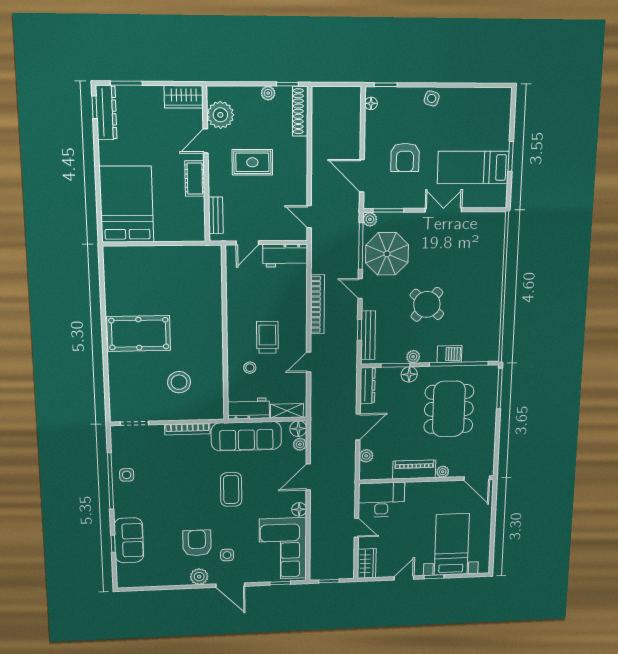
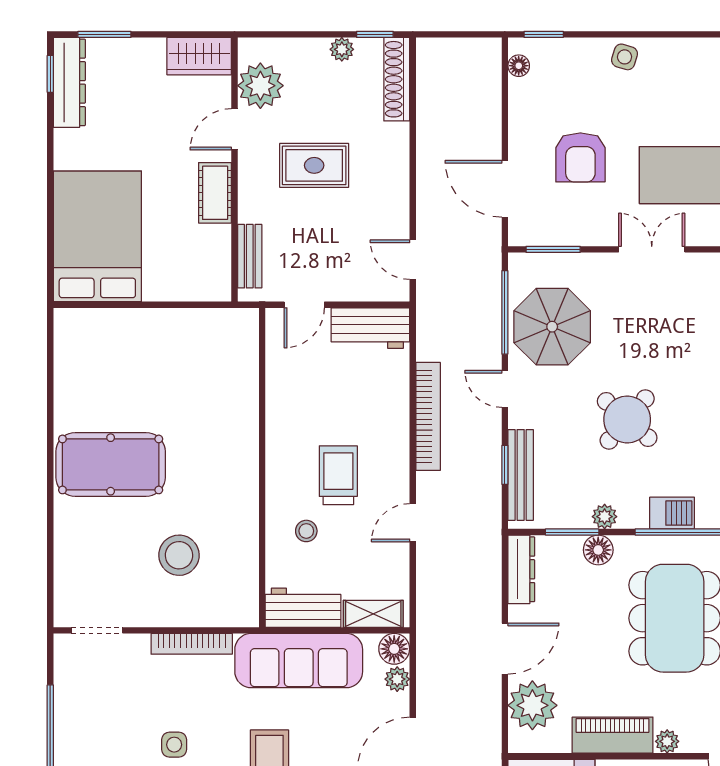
plant: (370, 219) -> (520, 265), removed
plant: (366, 456) -> (532, 705), width x1.88, depth x1.88
side table: (127, 475) -> (174, 745), moved

